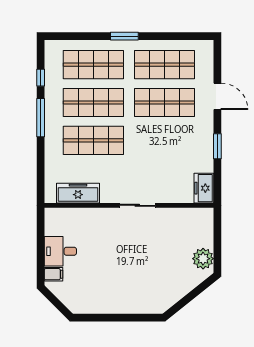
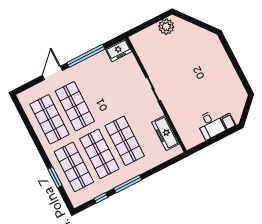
window: (124, 36) -> (55, 177), moved
window: (217, 146) -> (86, 56), width x2.11

